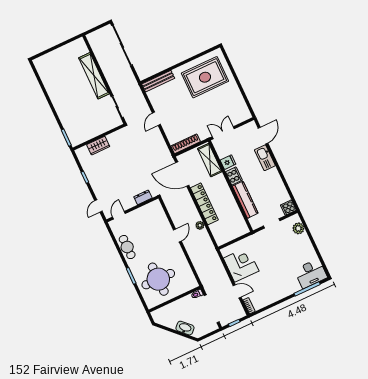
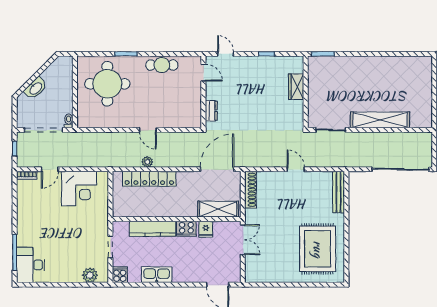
kitchen sink: (265, 158) -> (157, 275), moved
locker: (204, 204) -> (149, 179), moved

